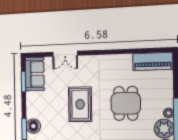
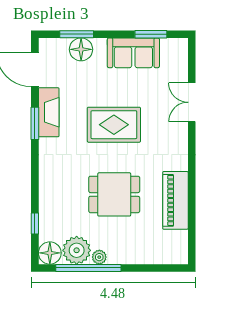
piano: (153, 61) -> (175, 200), moved
sofa: (35, 74) -> (133, 53), moved

